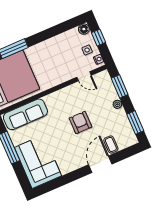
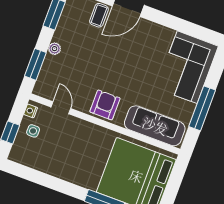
floor lamp: (84, 29) -> (16, 155), removed
armchair: (81, 122) -> (105, 105), moved, turned 180

